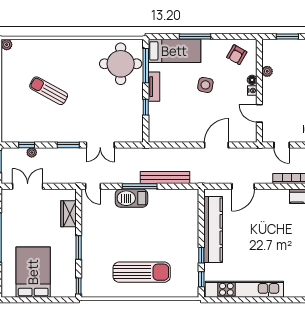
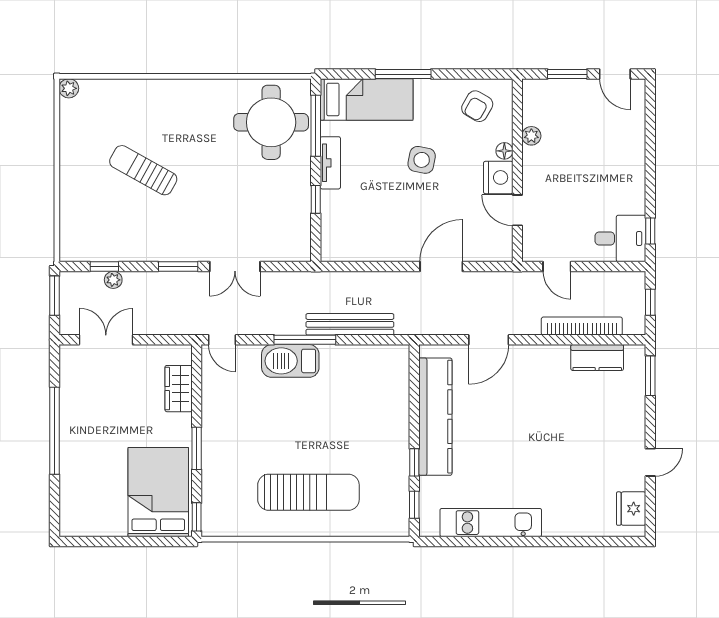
nightstand: (252, 91) -> (498, 177), width x1.89, depth x1.79
bed: (33, 272) -> (158, 492), moved
kitchen unit: (244, 289) -> (491, 523), width x0.73

